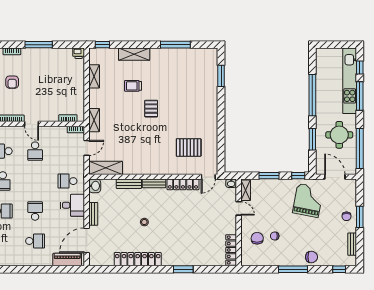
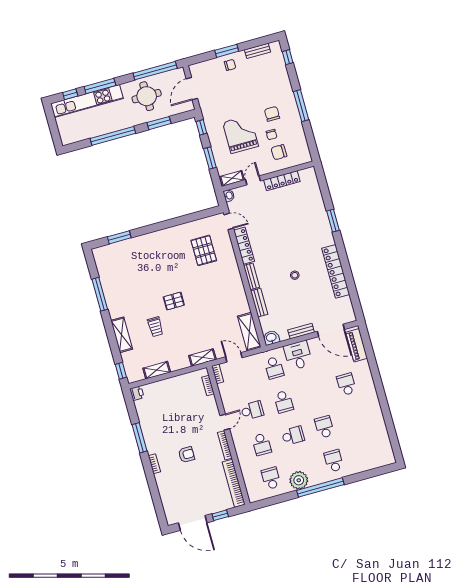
grand piano: (308, 201) -> (241, 134), moved, turned 79
school desk: (35, 211) -> (284, 402), moved, turned -90
locker: (231, 250) -> (282, 181), moved
chair: (311, 257) -> (272, 114), moved

